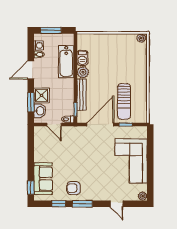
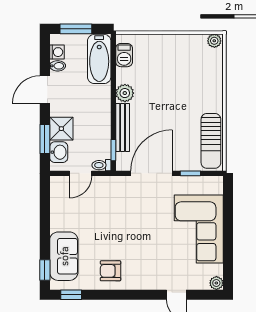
barbecue: (82, 58) -> (124, 55), moved
bathtub: (66, 62) -> (99, 59), moved
sun lounger: (124, 102) -> (211, 141), moved
door: (54, 125) -> (81, 173), hinge flipped
window: (59, 204) -> (71, 295), moved
window: (82, 204) -> (124, 295), removed

